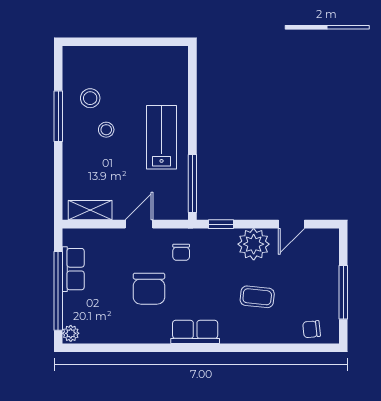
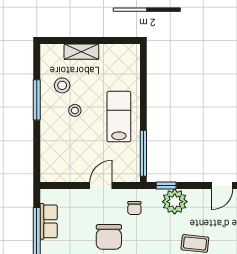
shelving: (90, 210) -> (81, 52), moved
plant: (254, 244) -> (175, 202), moved

